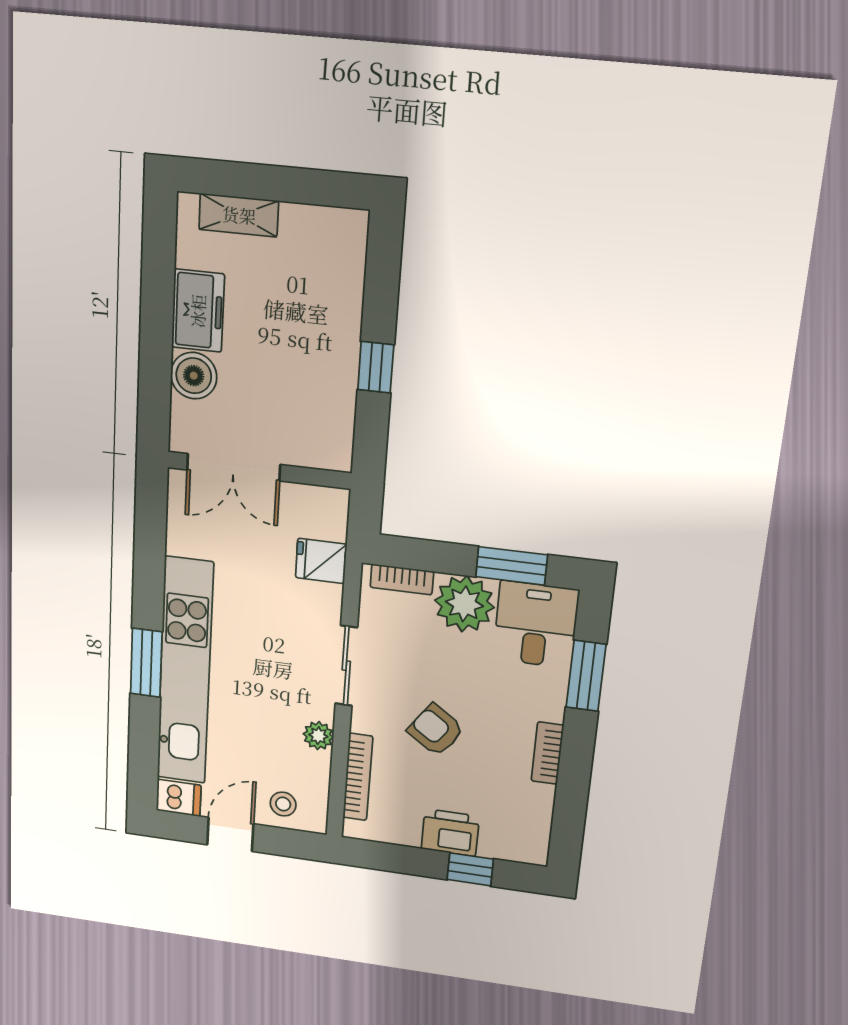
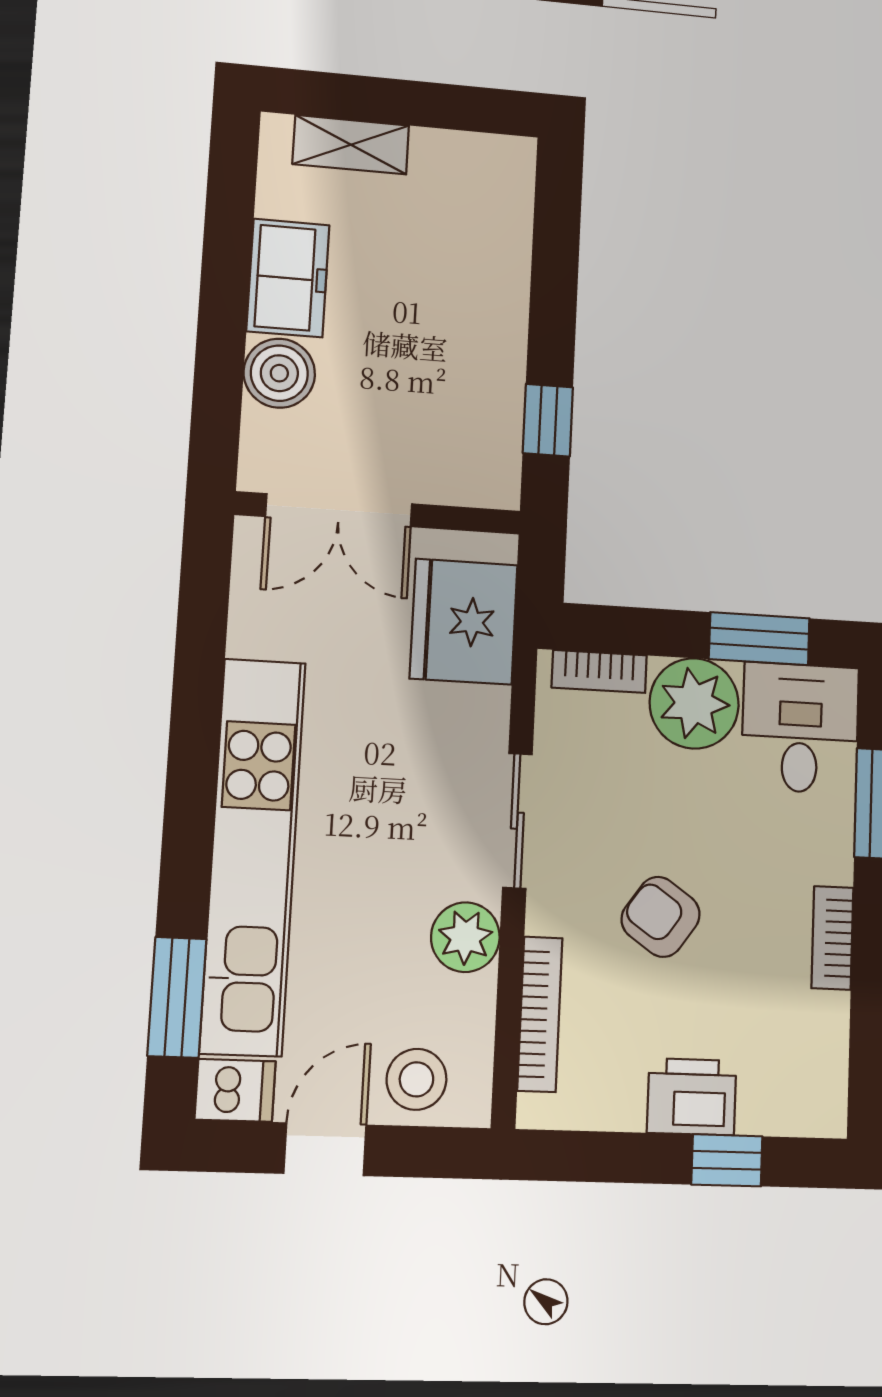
window: (376, 367) -> (548, 420), moved
fridge: (321, 561) -> (464, 622), width x1.88, depth x1.34
window: (146, 663) -> (177, 997), moved
plant: (318, 736) -> (465, 937), width x1.38, depth x1.38
stool: (283, 804) -> (416, 1079), width x1.37, depth x1.37

